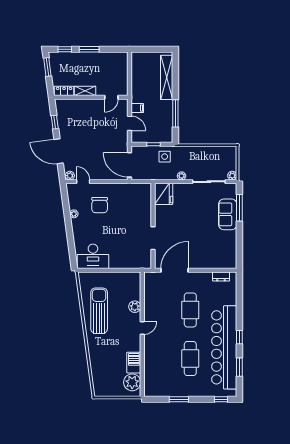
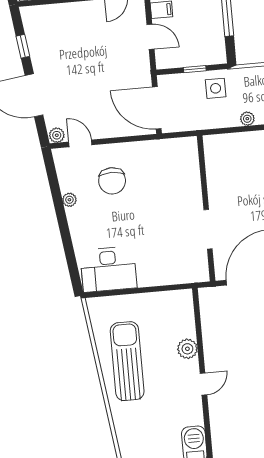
fridge: (164, 194) -> (219, 152), removed

